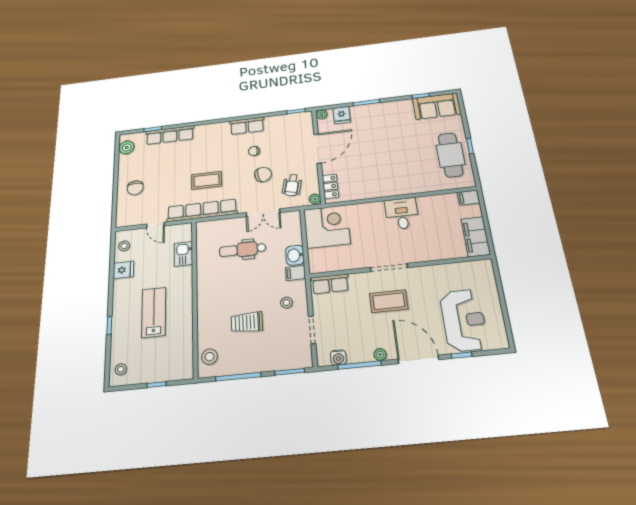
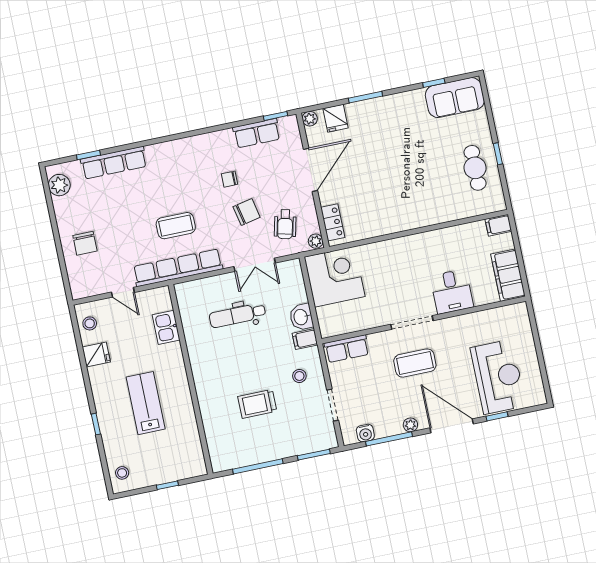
row of seats: (247, 126) -> (257, 133), moved
cafe table: (451, 155) -> (475, 168), width x0.73, depth x0.74
desk: (402, 214) -> (452, 291), moved, turned 180
stool: (210, 357) -> (221, 448), removed

